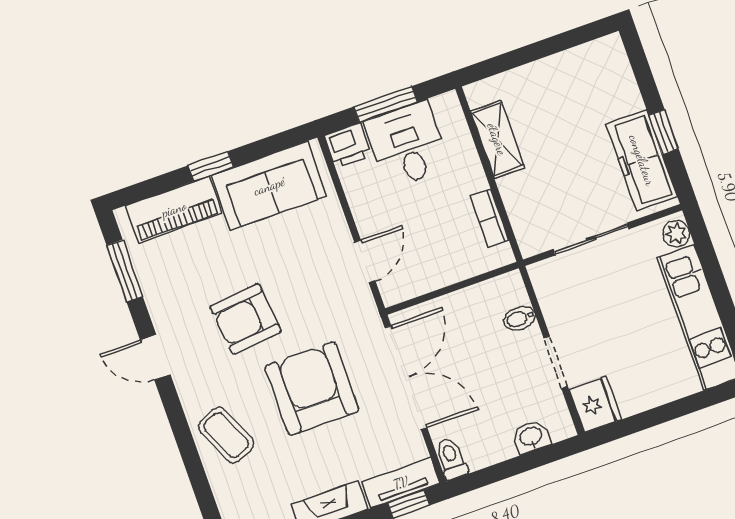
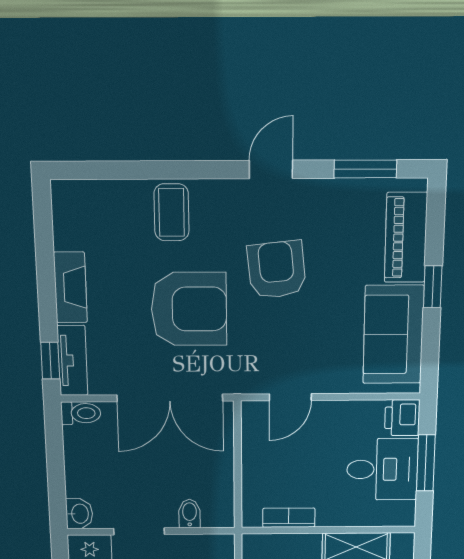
door: (365, 262) -> (290, 397), hinge flipped
coffee table: (226, 435) -> (172, 212), turned -66
washbasin: (531, 437) -> (79, 514), moved

